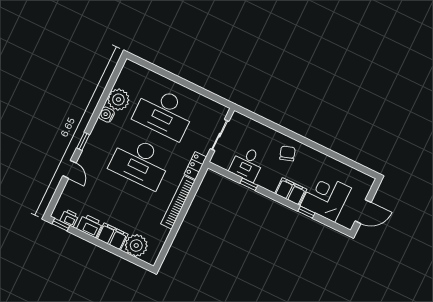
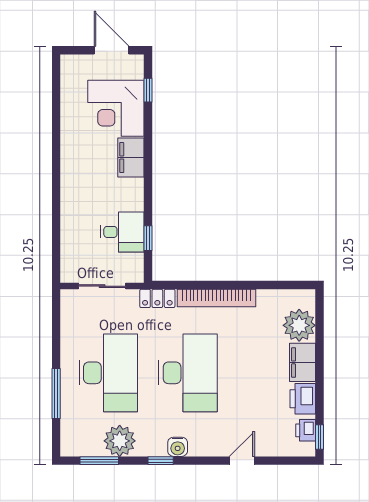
window: (167, 74) -> (56, 393), added
window: (112, 81) -> (99, 461), added
water cooler: (107, 115) -> (178, 447), moved
window: (83, 141) -> (161, 461), moved
chair: (287, 153) -> (83, 186), removed
window: (249, 184) -> (148, 238), moved
window: (306, 212) -> (148, 90), moved

